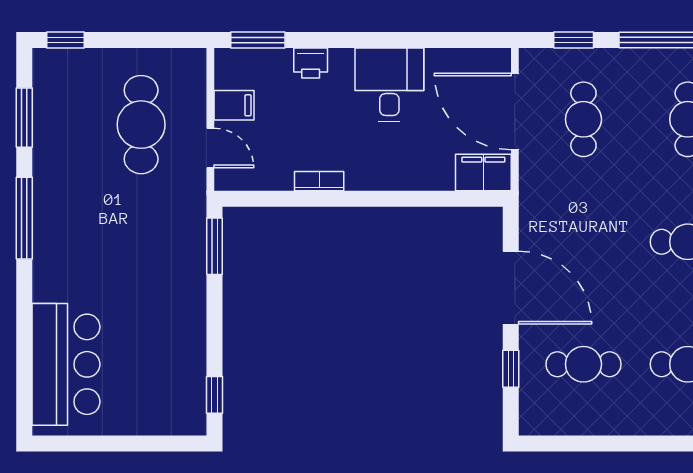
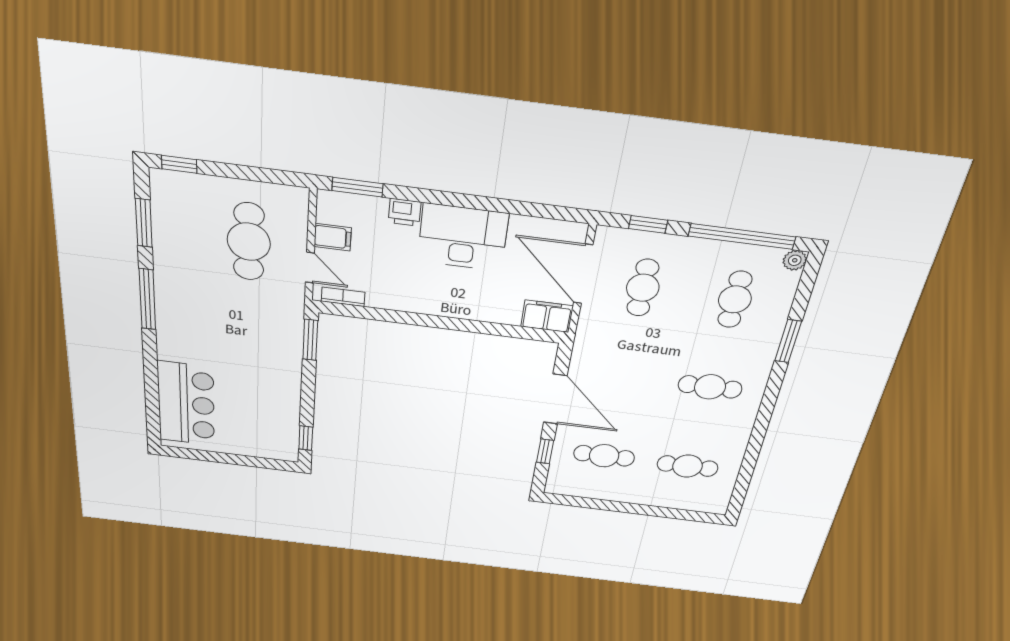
desk: (389, 85) -> (463, 237), width x1.37
bookcase: (319, 181) -> (343, 297), moved

